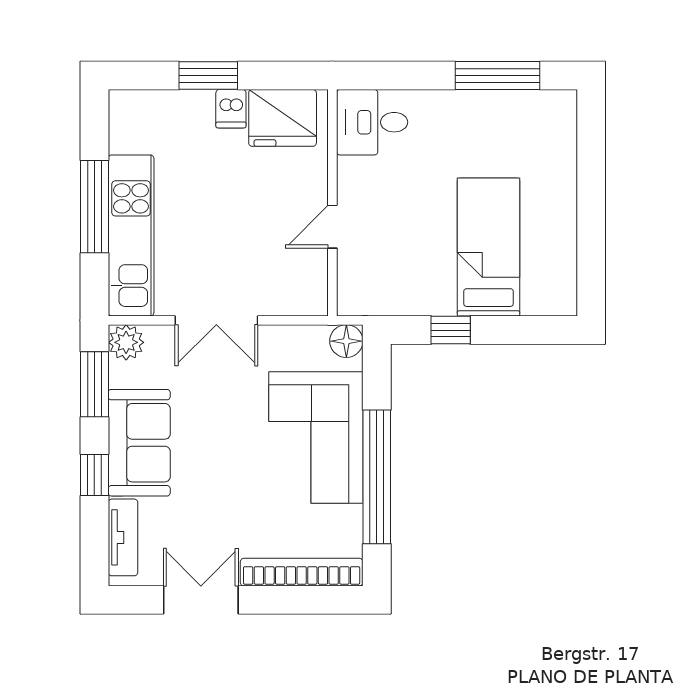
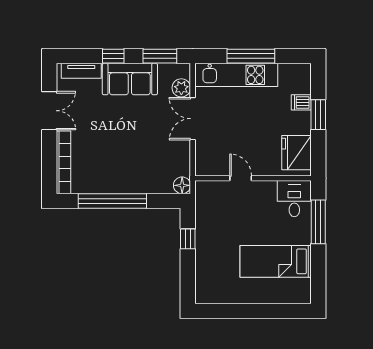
window: (498, 75) -> (318, 222), moved
dishwasher: (231, 109) -> (301, 102), moved
bed: (488, 247) -> (276, 261), moved, turned 180
plant: (126, 342) -> (181, 88), moved
corner sofa: (316, 437) -> (133, 170), removed

